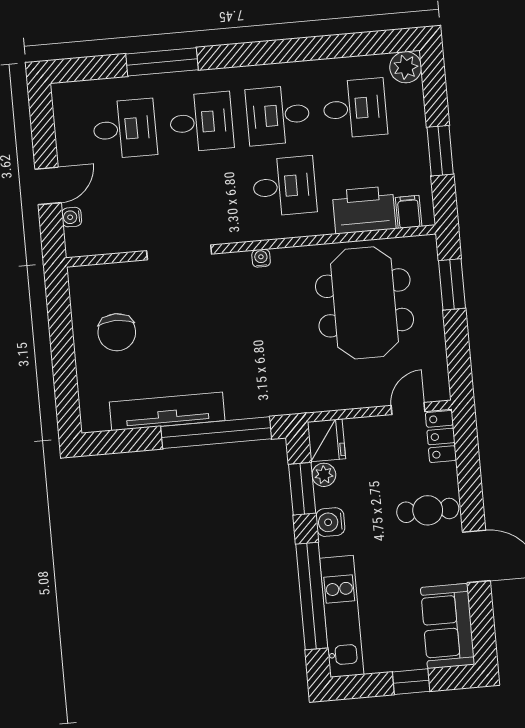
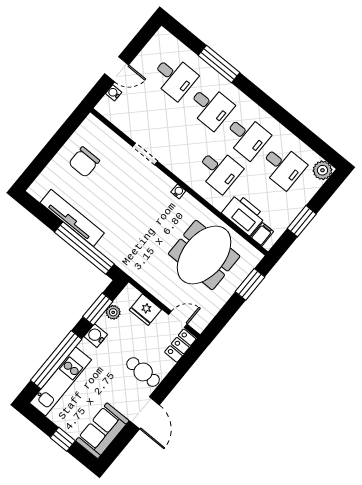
desk: (278, 115) -> (247, 137), turned 180
doorway: (179, 252) -> (145, 154), width x0.73
fridge: (326, 440) -> (145, 310), moved, turned 90

